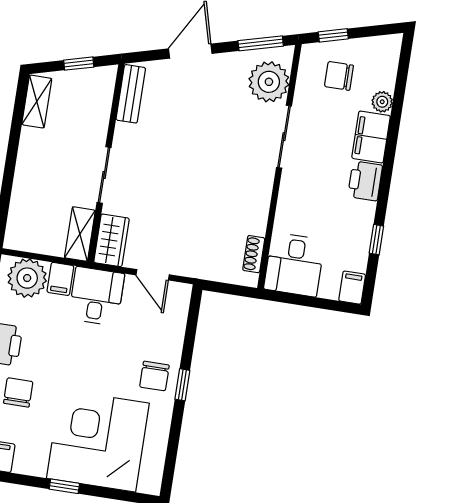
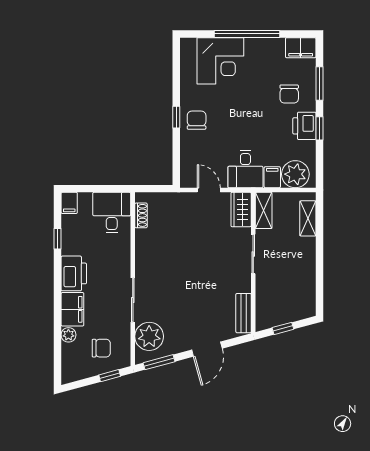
shelving: (37, 102) -> (308, 218), moved
printer: (365, 181) -> (74, 273), width x1.37, depth x1.19
corner desk: (98, 441) -> (220, 61), width x0.74, depth x0.74
window: (64, 486) -> (247, 34), width x3.17

